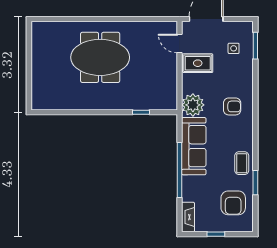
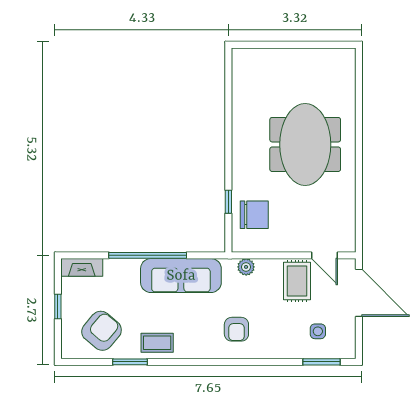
door: (179, 44) -> (325, 255), swing flipped
chair: (150, 94) -> (254, 215), added
plant: (193, 105) -> (246, 267), width x0.53, depth x0.53
armchair: (233, 203) -> (102, 331), turned 130

